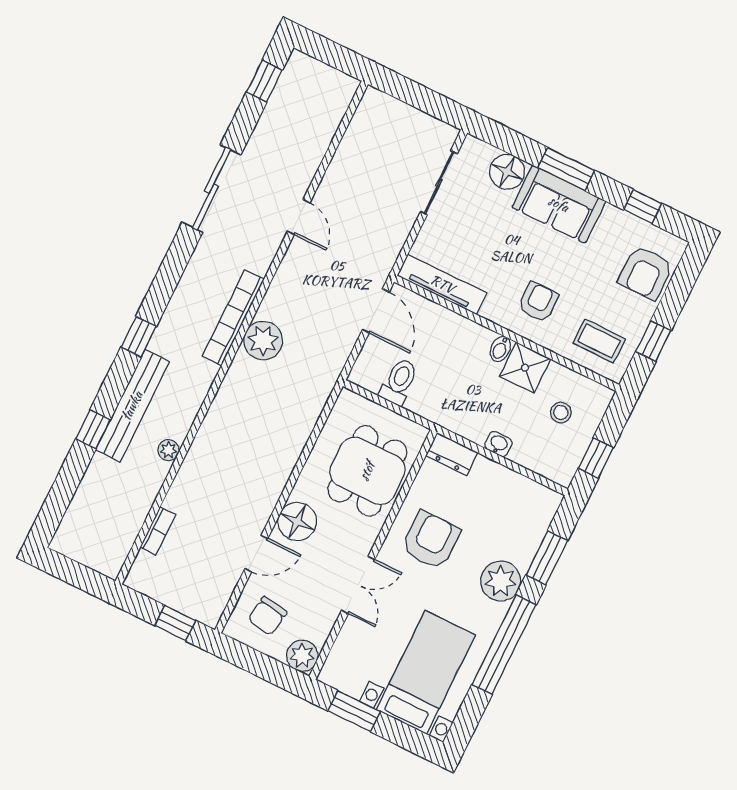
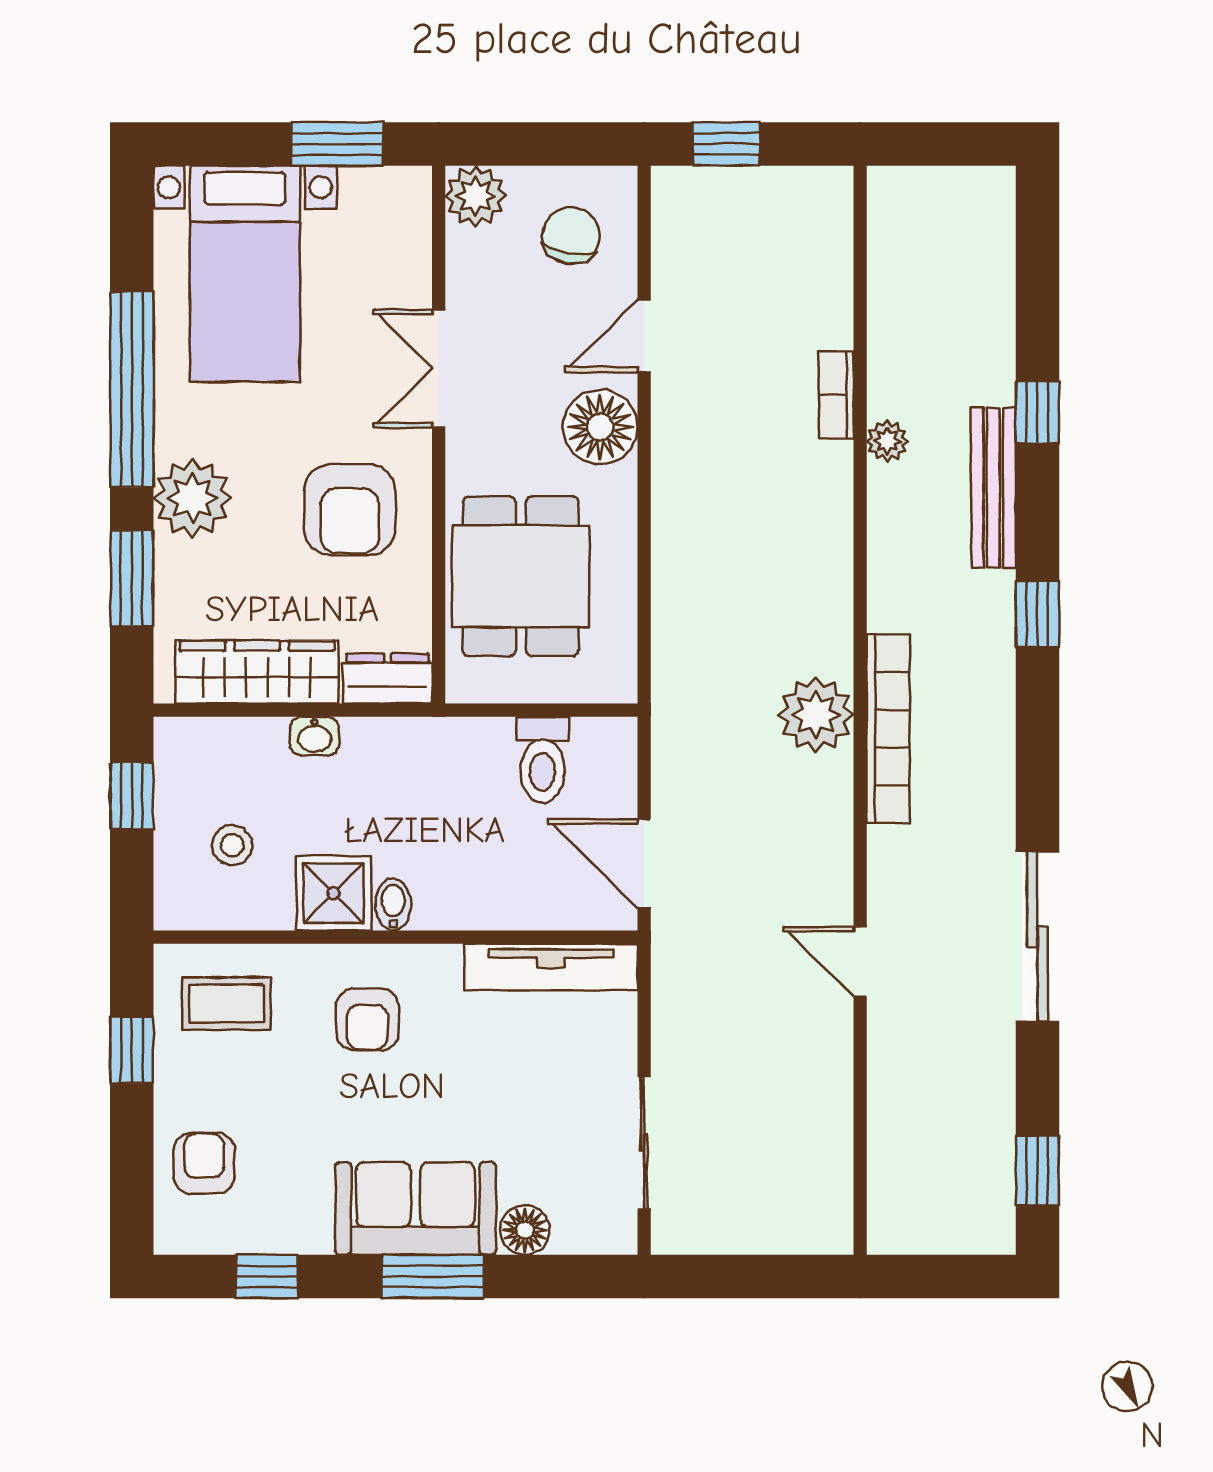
floor lamp: (507, 172) -> (525, 1230), width x0.73, depth x0.73
armchair: (646, 273) -> (204, 1163), width x0.72, depth x0.72
bench: (132, 406) -> (993, 488), width x0.73, depth x0.82
wardrobe: (510, 486) -> (257, 672), added
bookcase: (158, 531) -> (836, 395), moved

